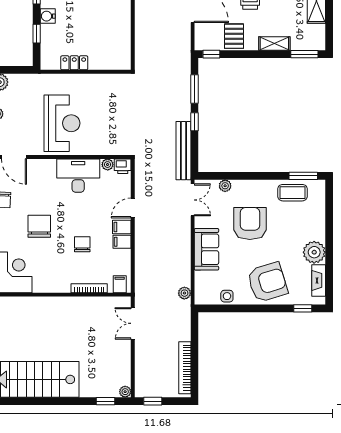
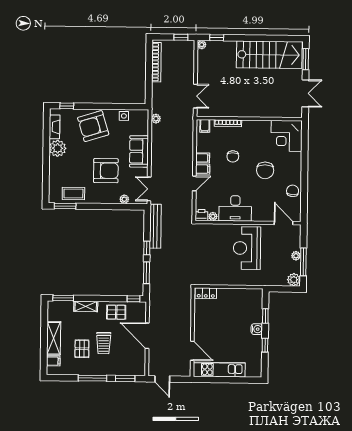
pallet: (234, 36) -> (116, 312), turned 90
locker: (74, 63) -> (206, 293), moved
armchair: (250, 223) -> (106, 171), turned -90

